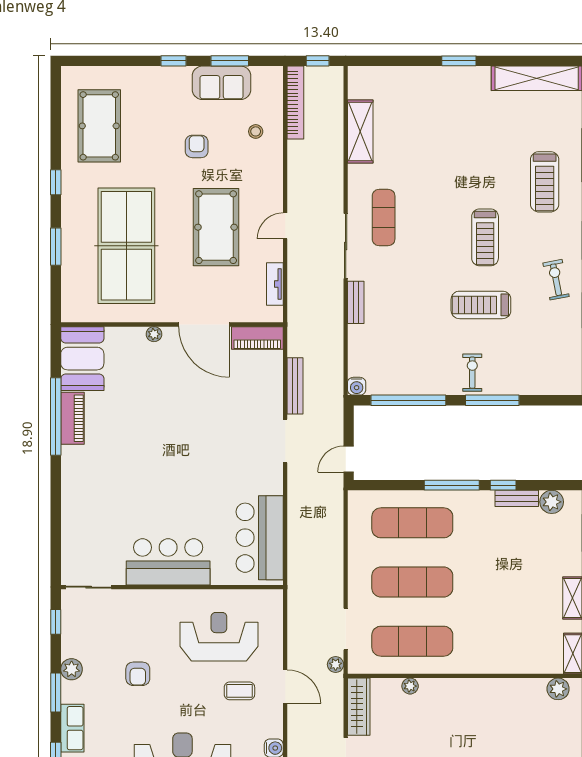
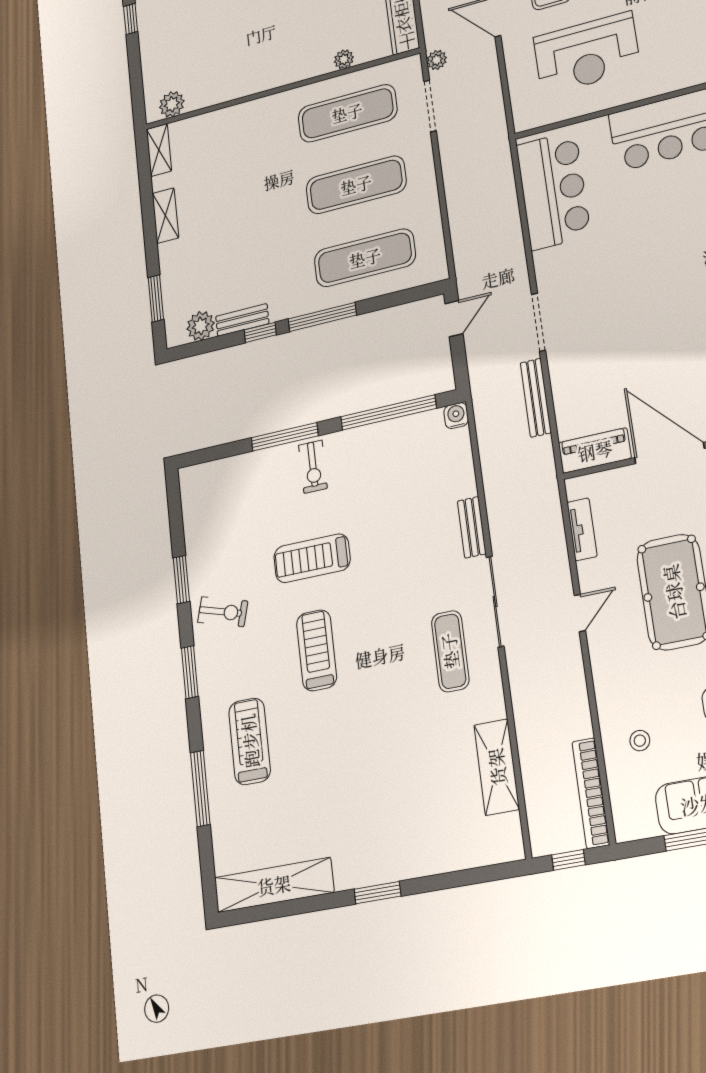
exercise bike: (556, 280) -> (223, 612), turned -63
treadmill: (481, 305) -> (312, 558), turned 180

